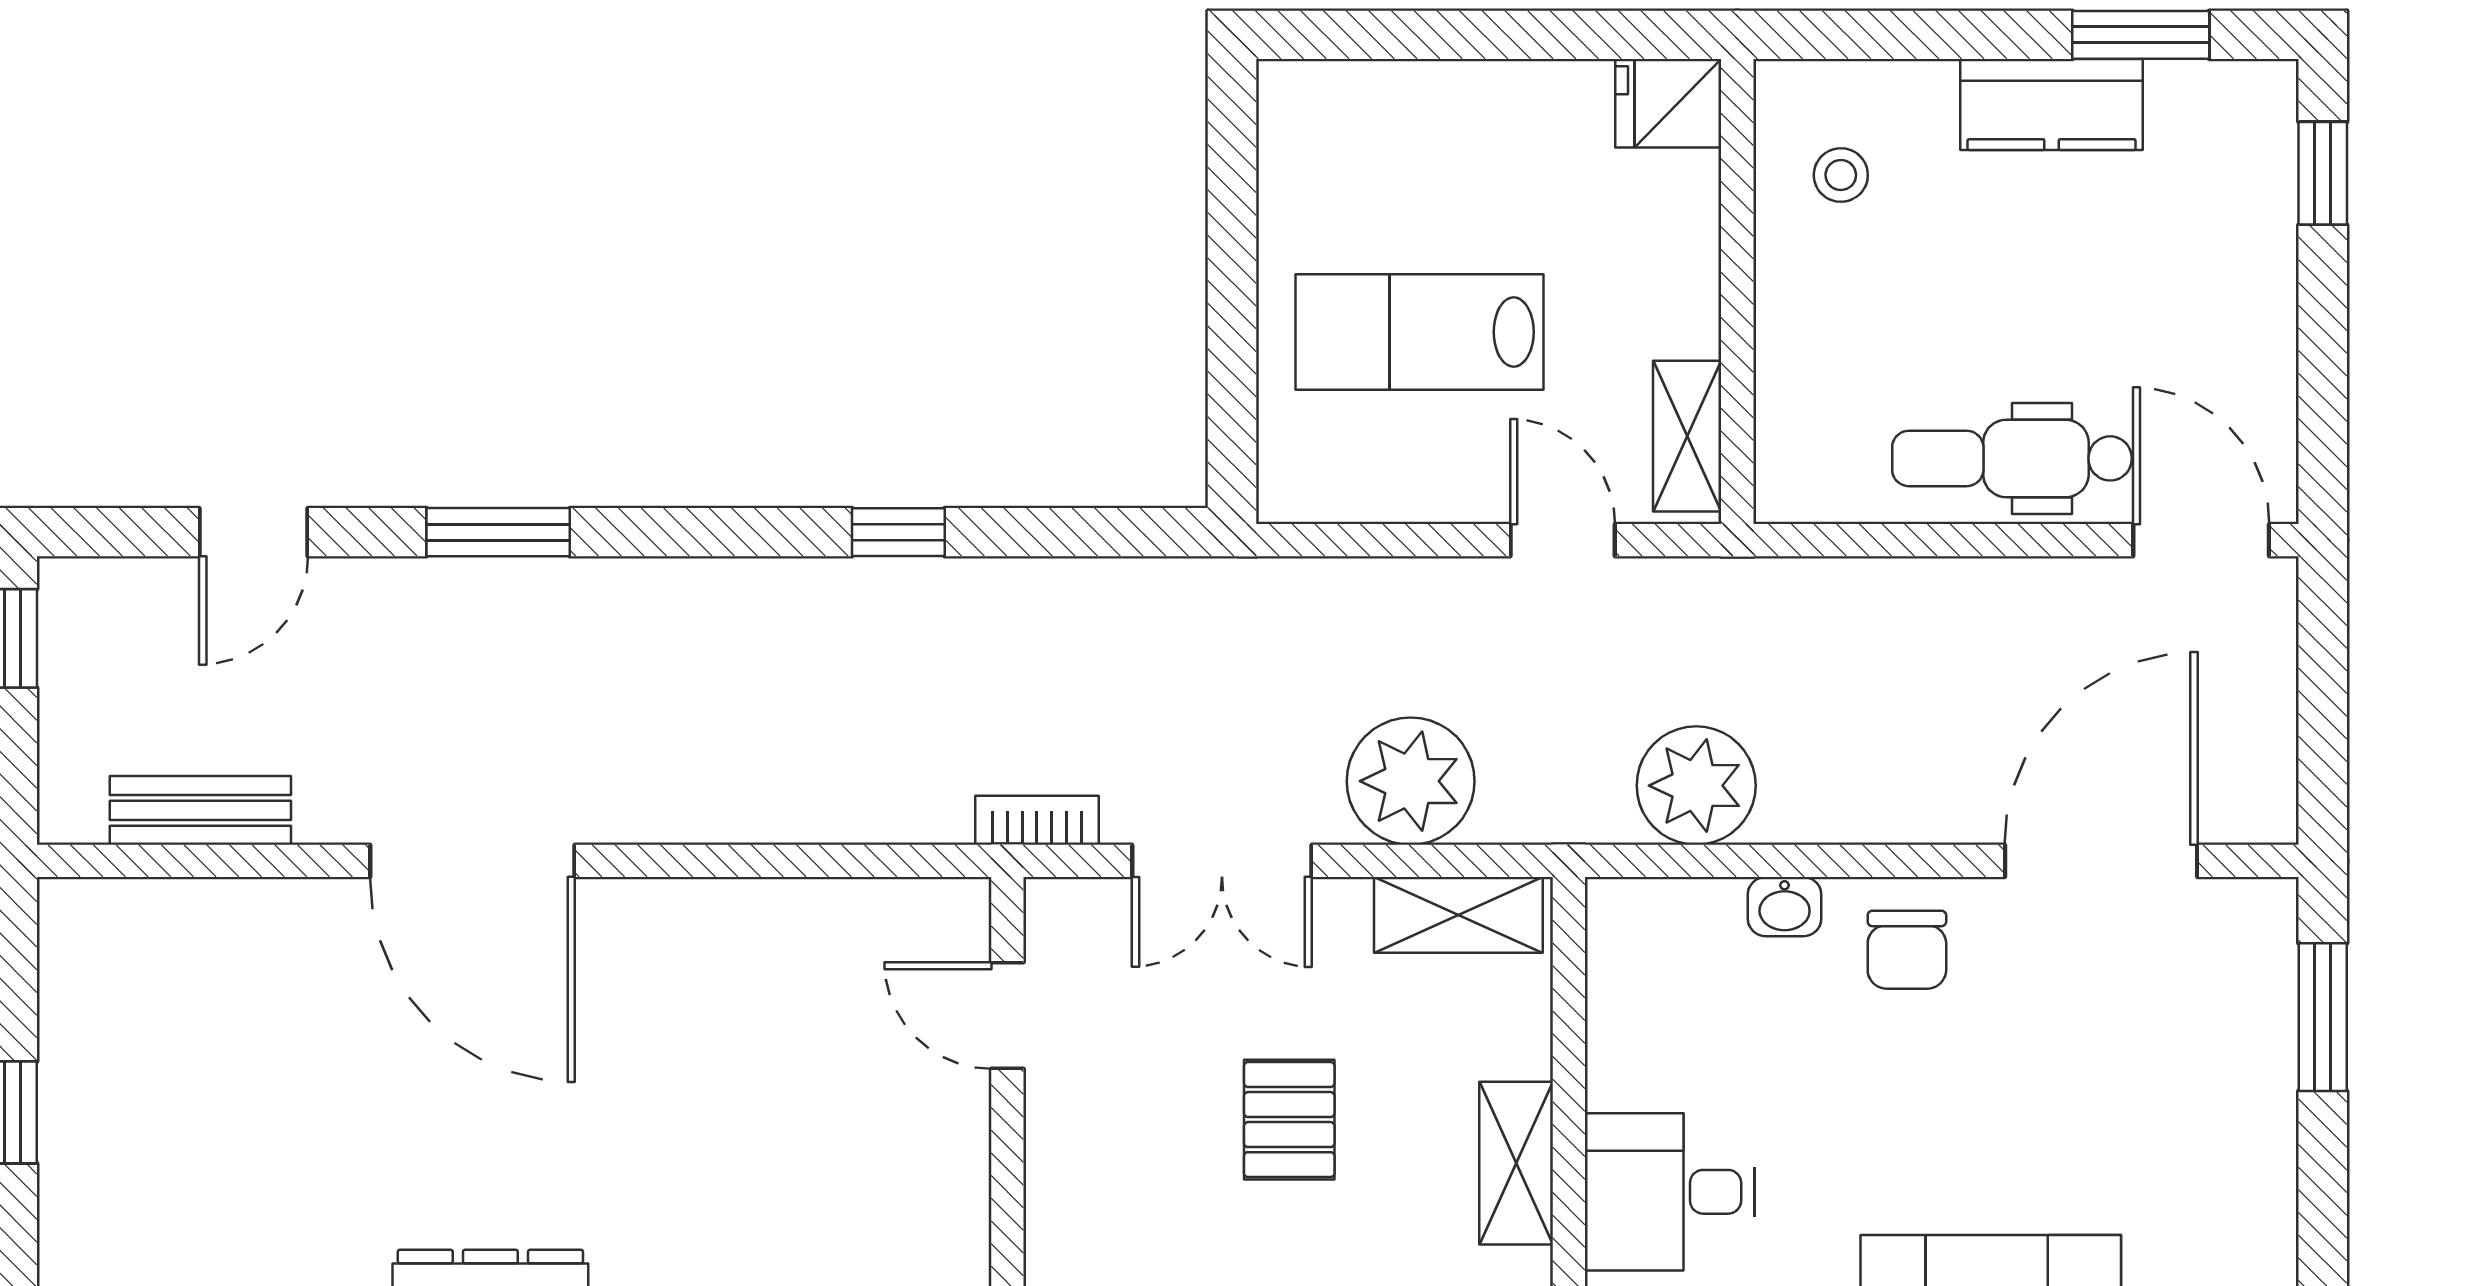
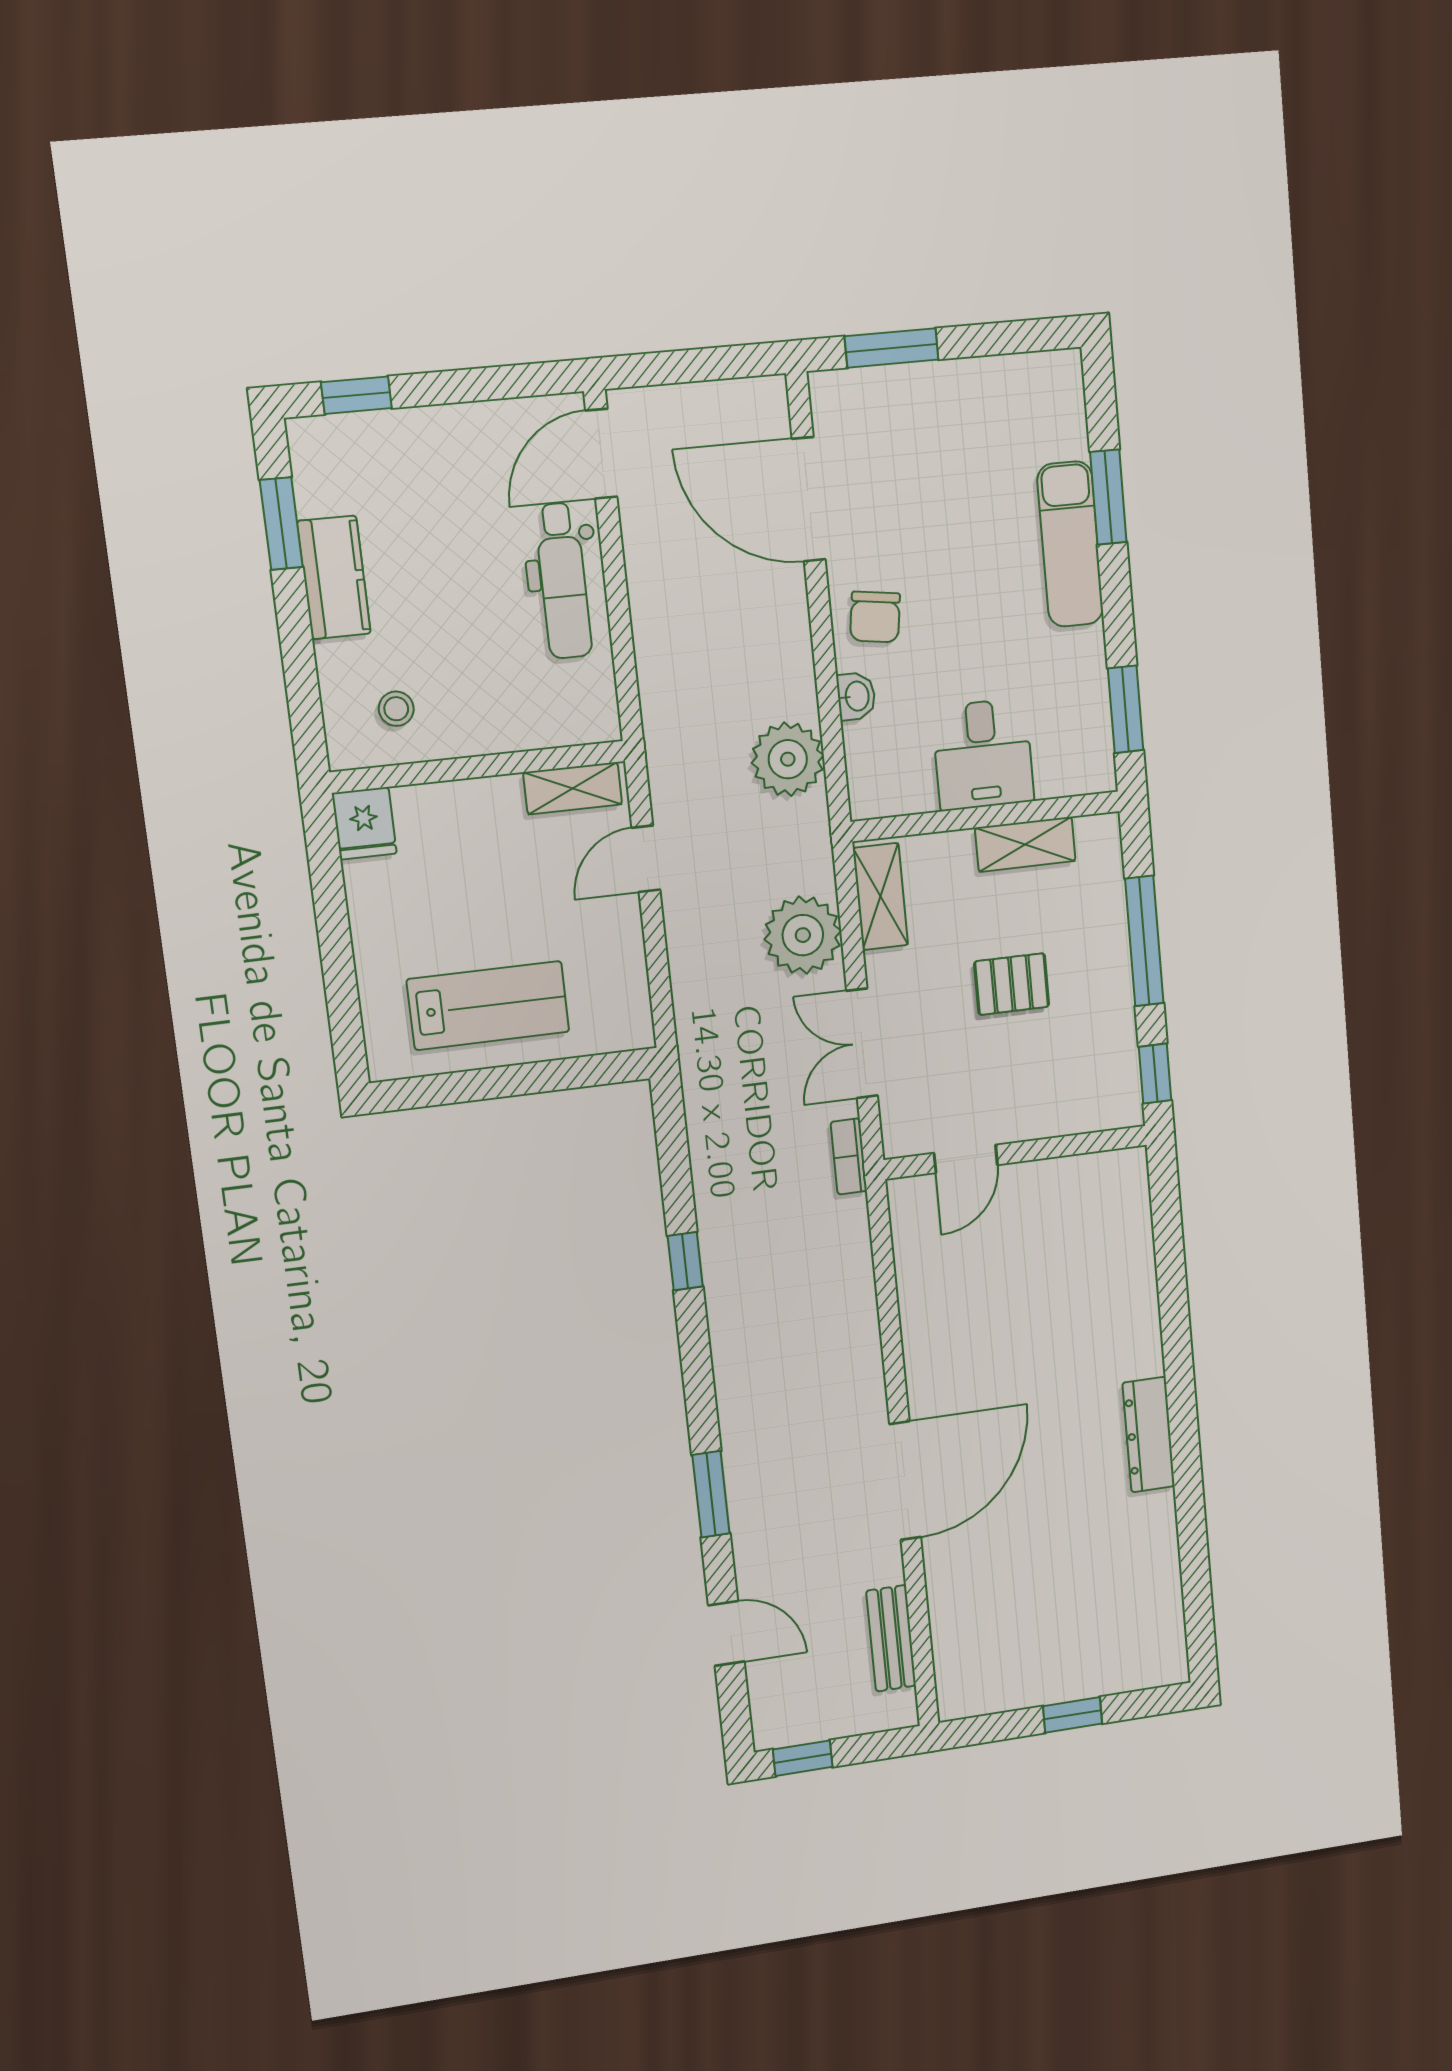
lab bench: (1420, 332) -> (488, 1006), moved, turned -90
double door: (1222, 861) -> (862, 1043), swing flipped
chair: (1907, 950) -> (875, 617), turned 98
desk: (1670, 1192) -> (983, 754), moved

